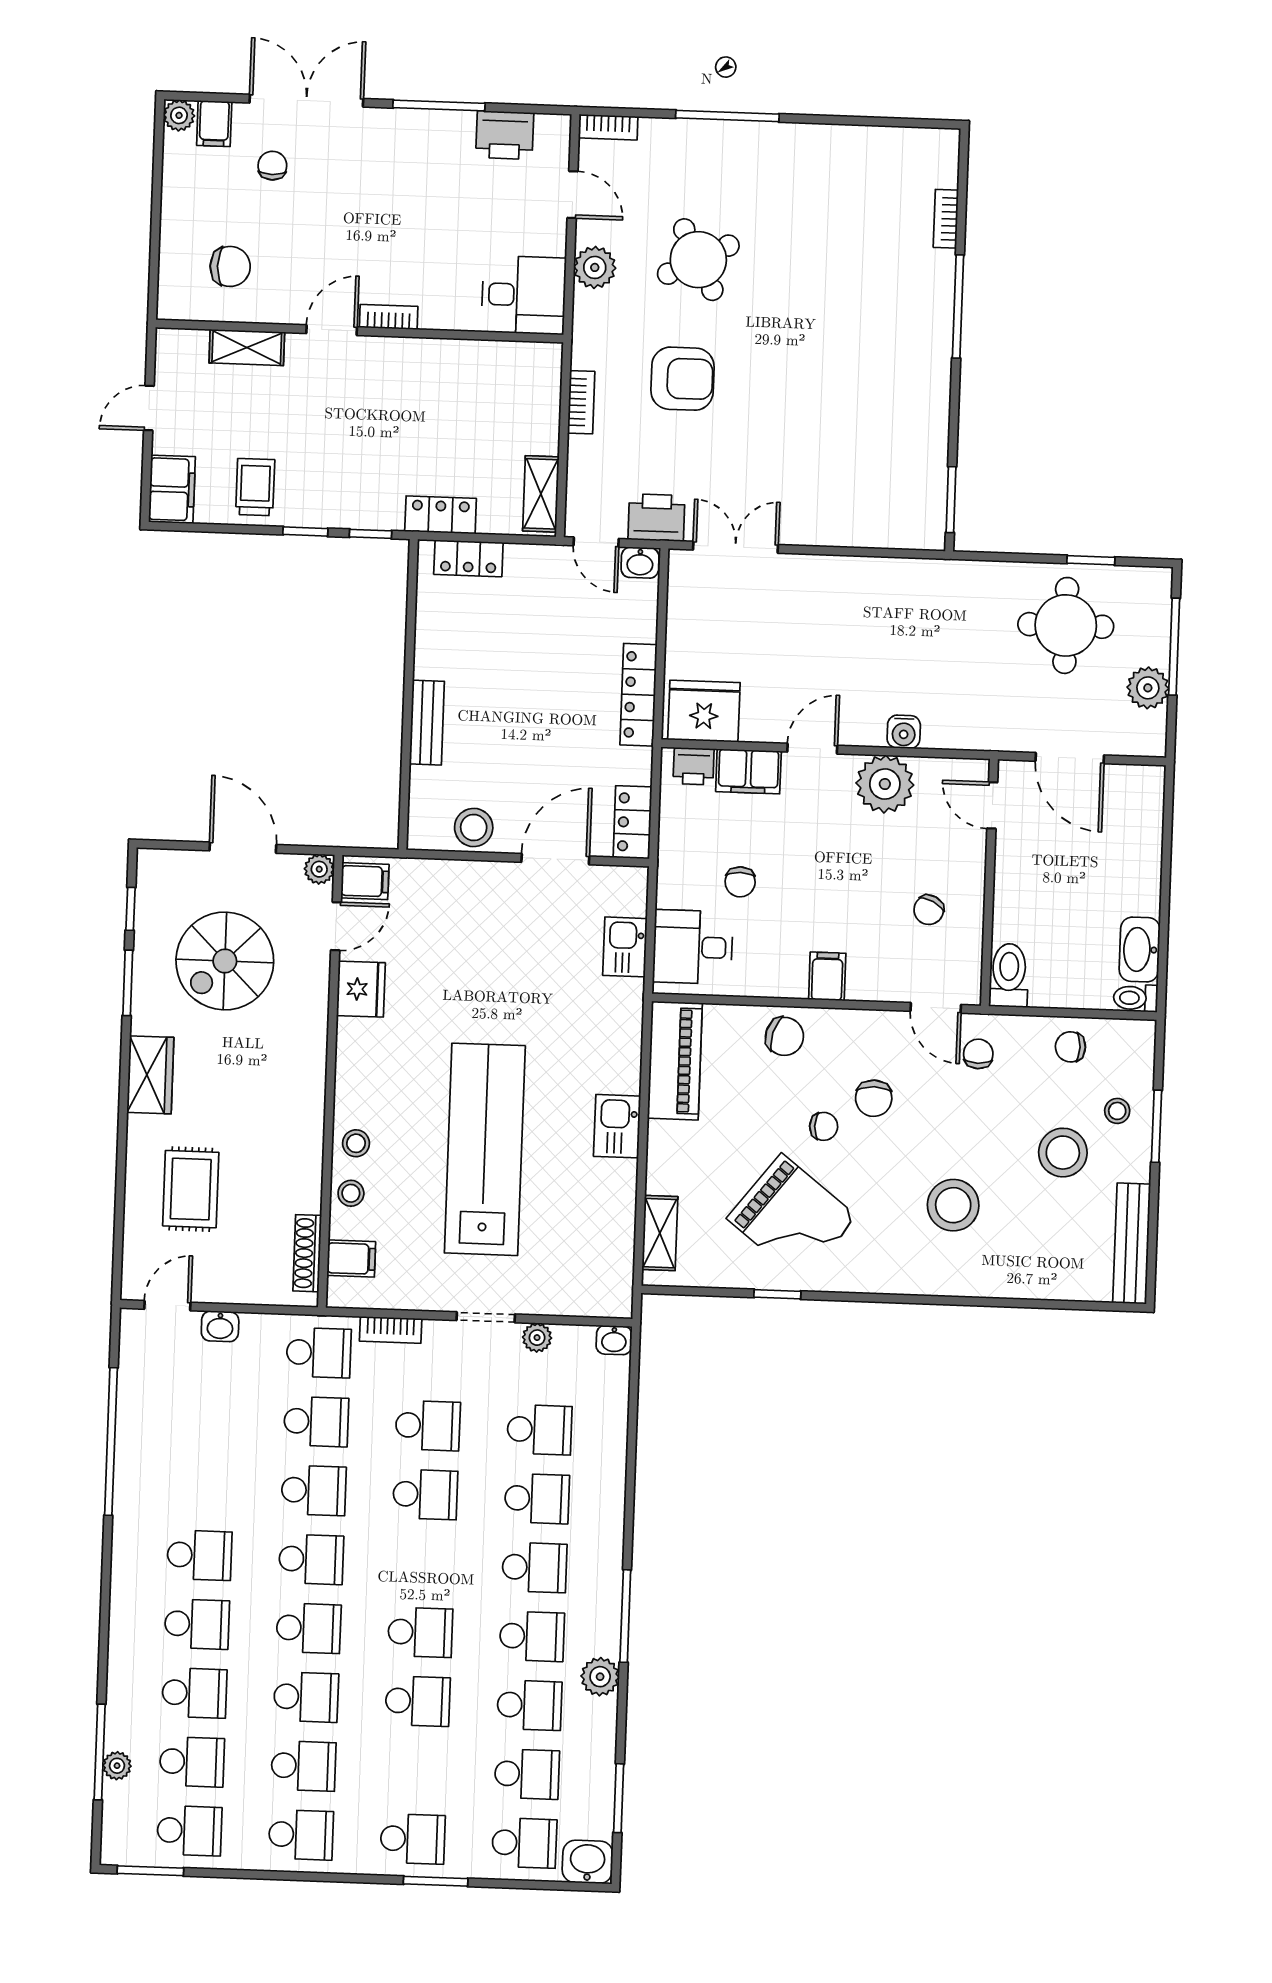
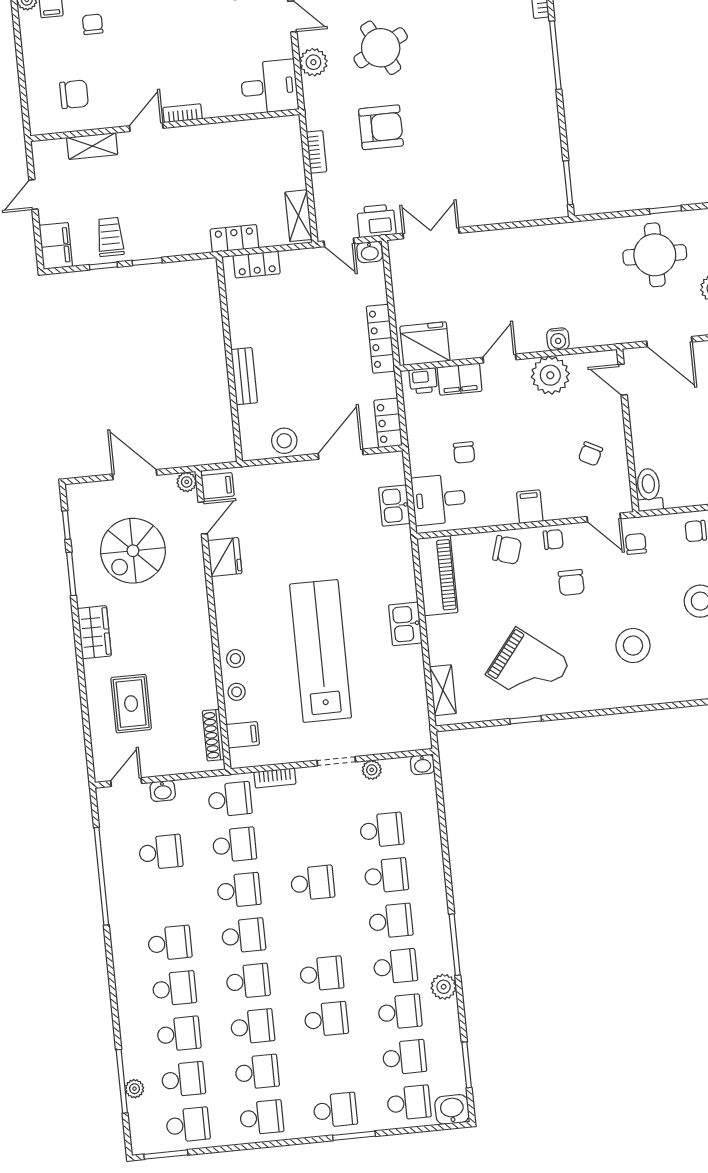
window: (370, 534) -> (103, 266), moved
chair: (824, 1126) -> (553, 539), moved
school desk: (428, 1426) -> (161, 852), moved

